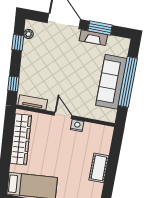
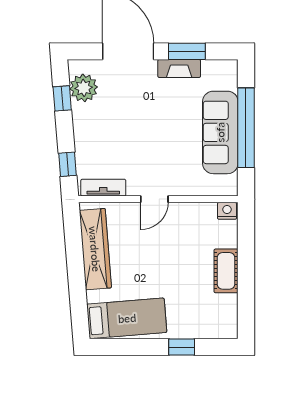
plant: (28, 34) -> (84, 88), width x1.87, depth x1.87
door: (63, 115) -> (154, 199), swing flipped
nightstand: (77, 125) -> (227, 211), moved

